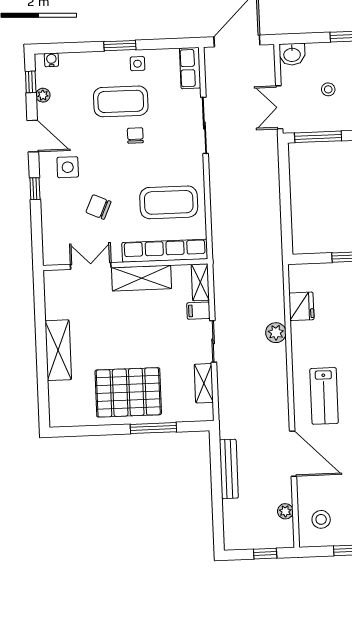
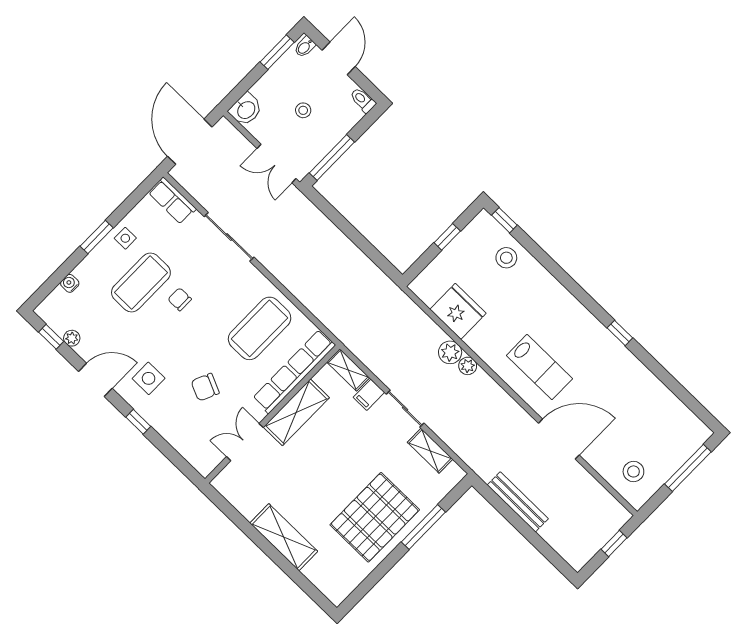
water cooler: (51, 60) -> (70, 283), moved
fridge: (301, 306) -> (458, 311), width x1.36, depth x1.34
plant: (285, 511) -> (468, 366), moved

